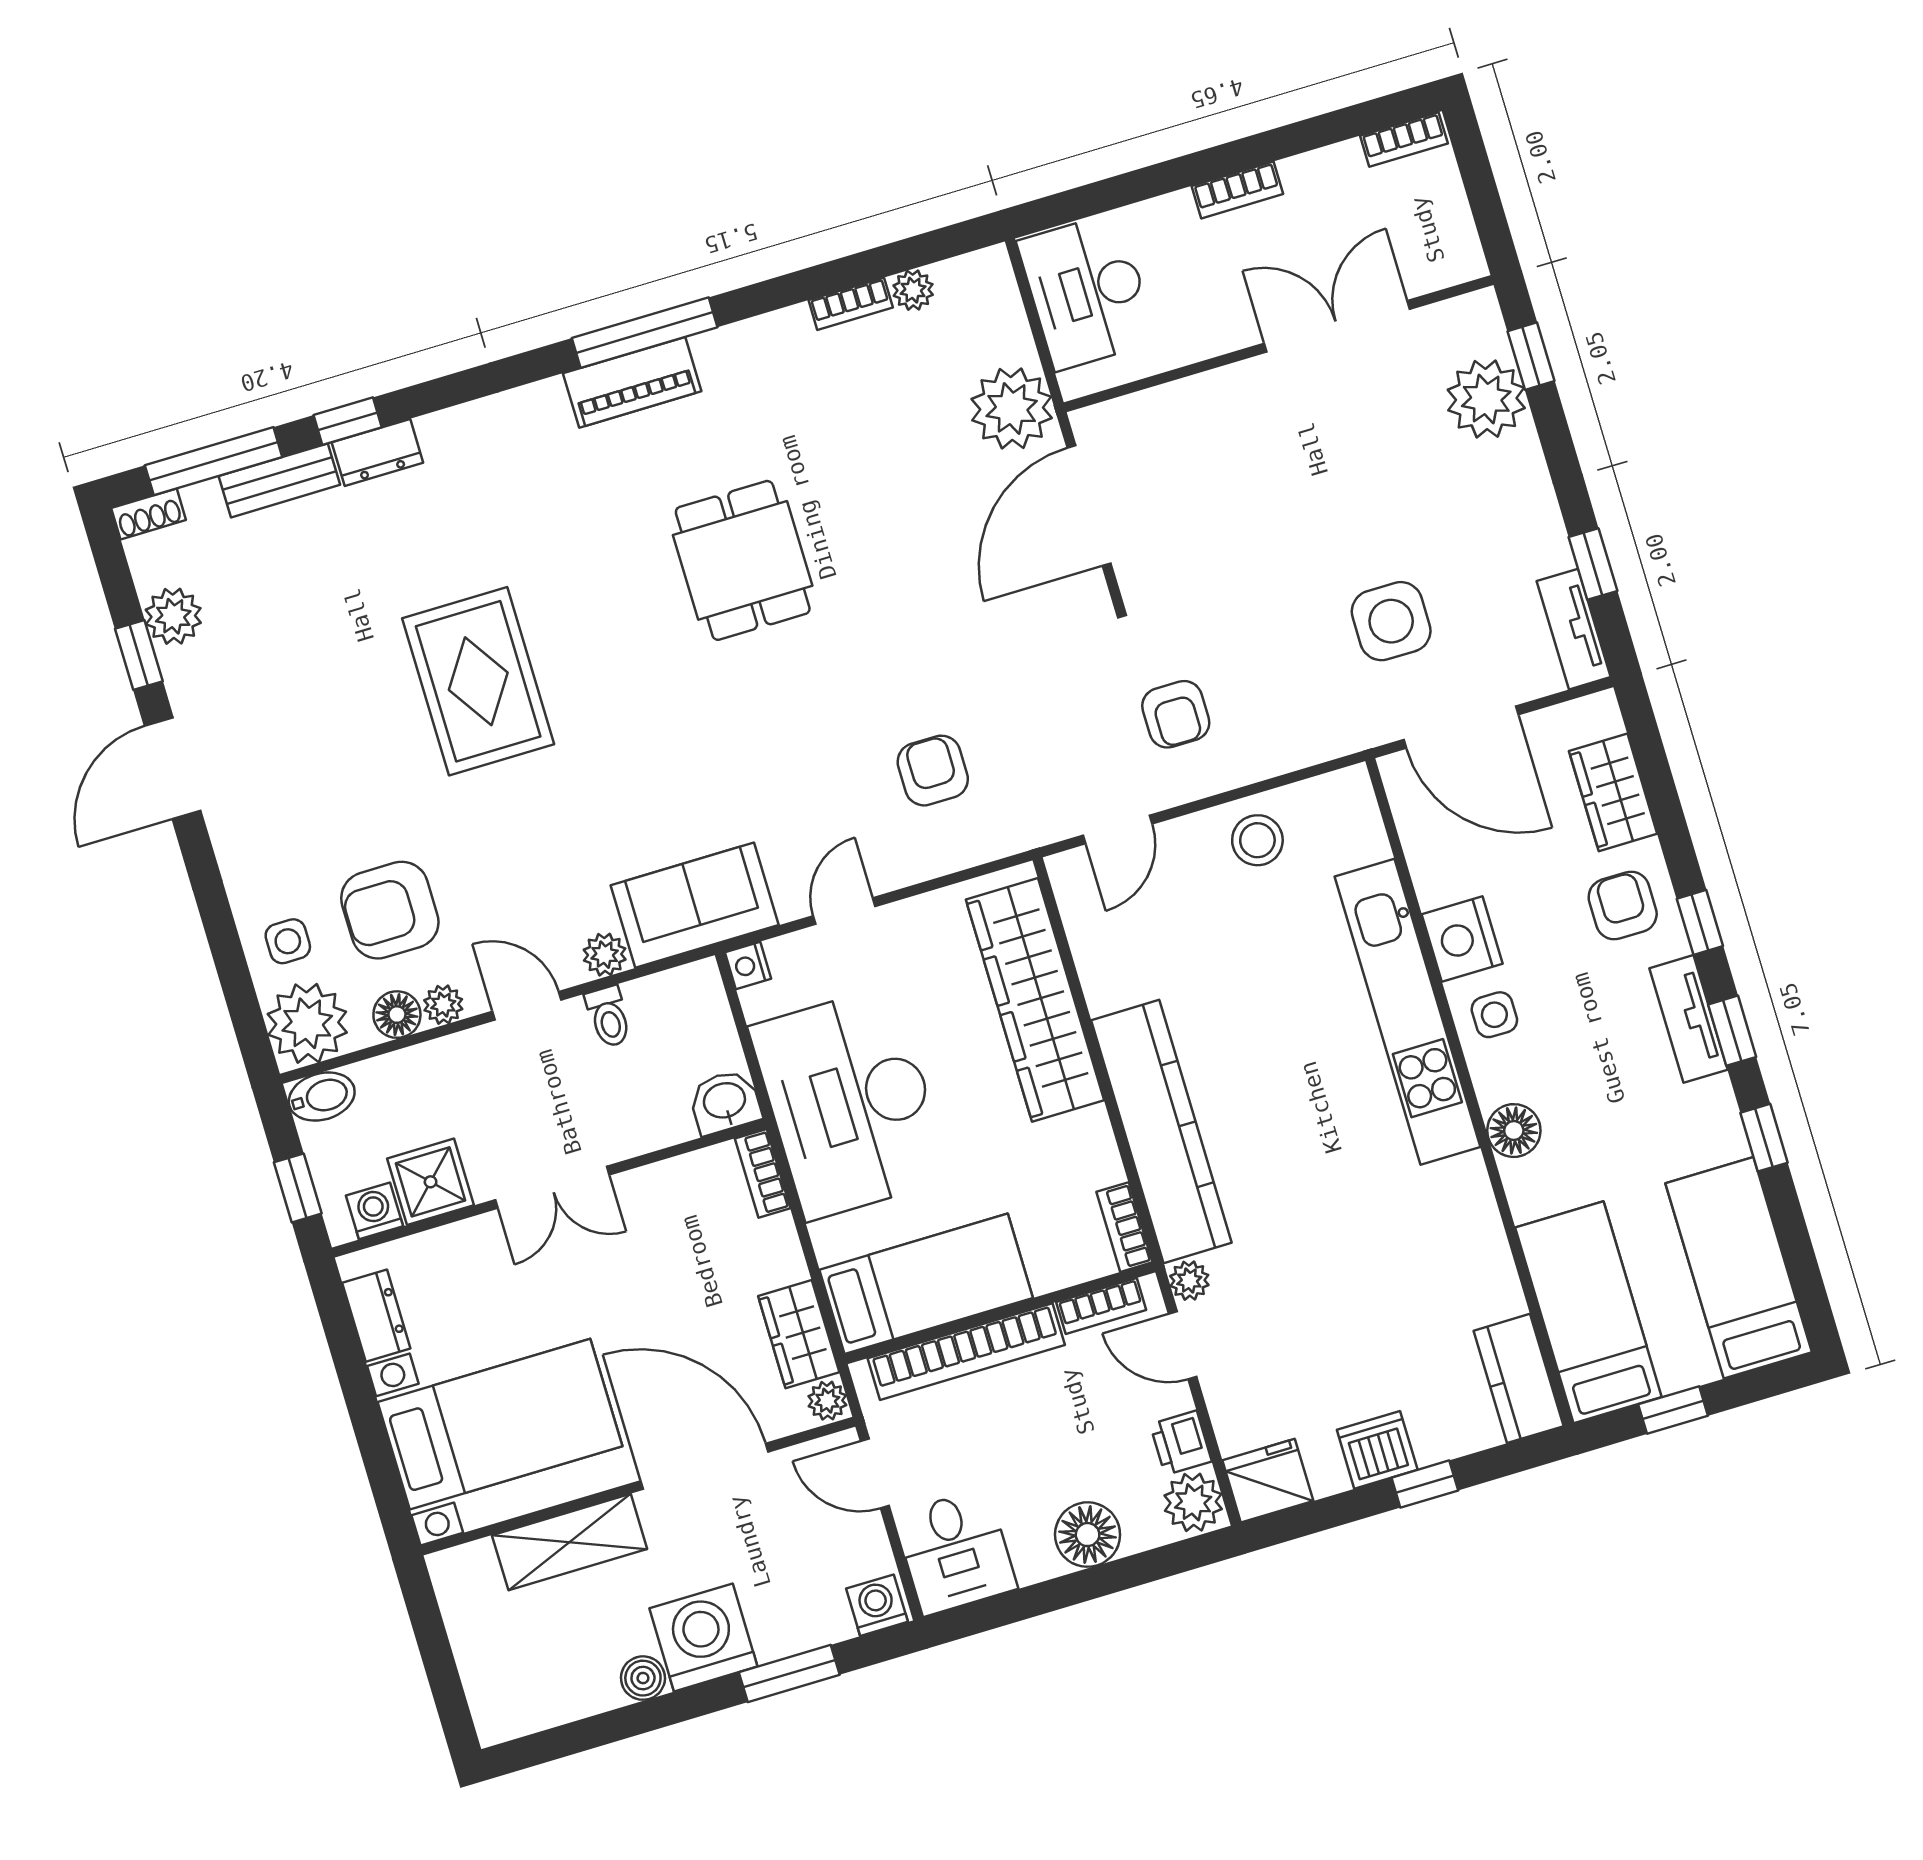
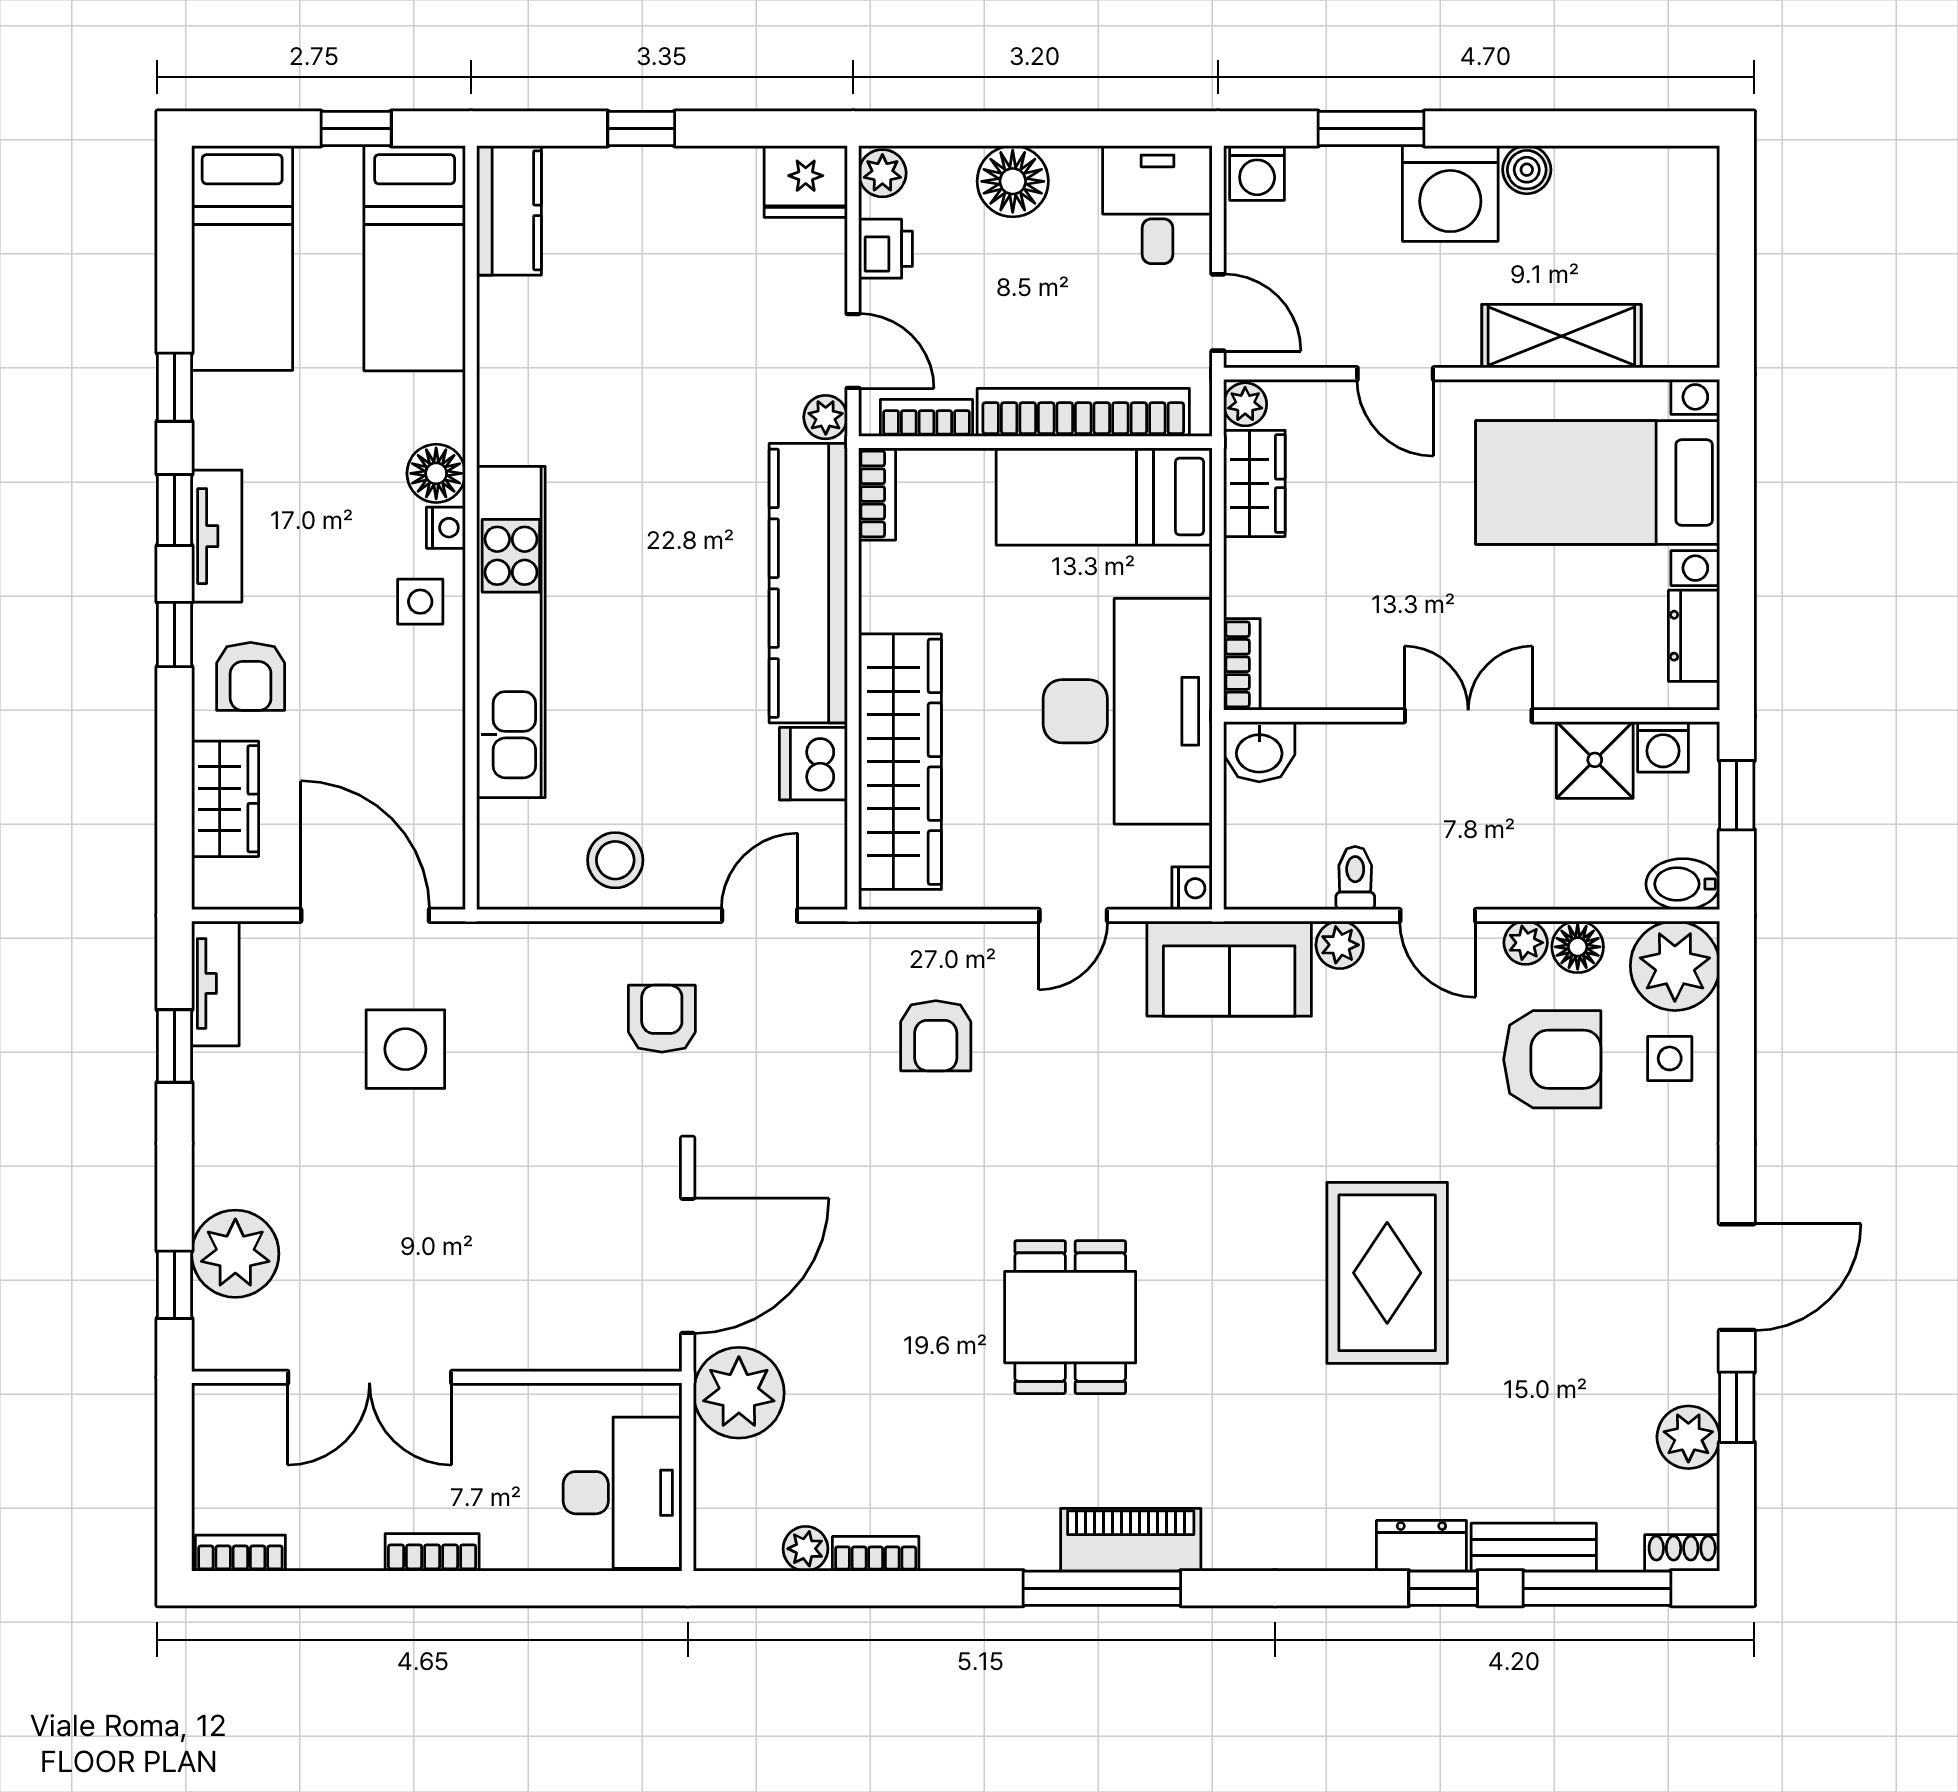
nightstand: (1462, 939) -> (446, 528), moved, width x0.53, depth x0.56
dishwasher: (1377, 1450) -> (813, 764), moved, turned 90
door: (704, 1466) -> (1395, 374), width x0.53
plant: (1193, 1502) -> (882, 173), width x0.73, depth x0.73

